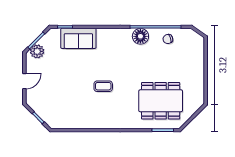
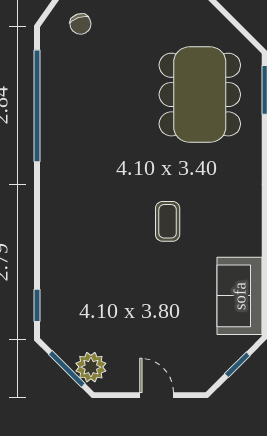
floor lamp: (140, 36) -> (57, 139), removed
sofa: (78, 38) -> (240, 296), moved, turned 180
chair: (168, 39) -> (80, 24), moved

